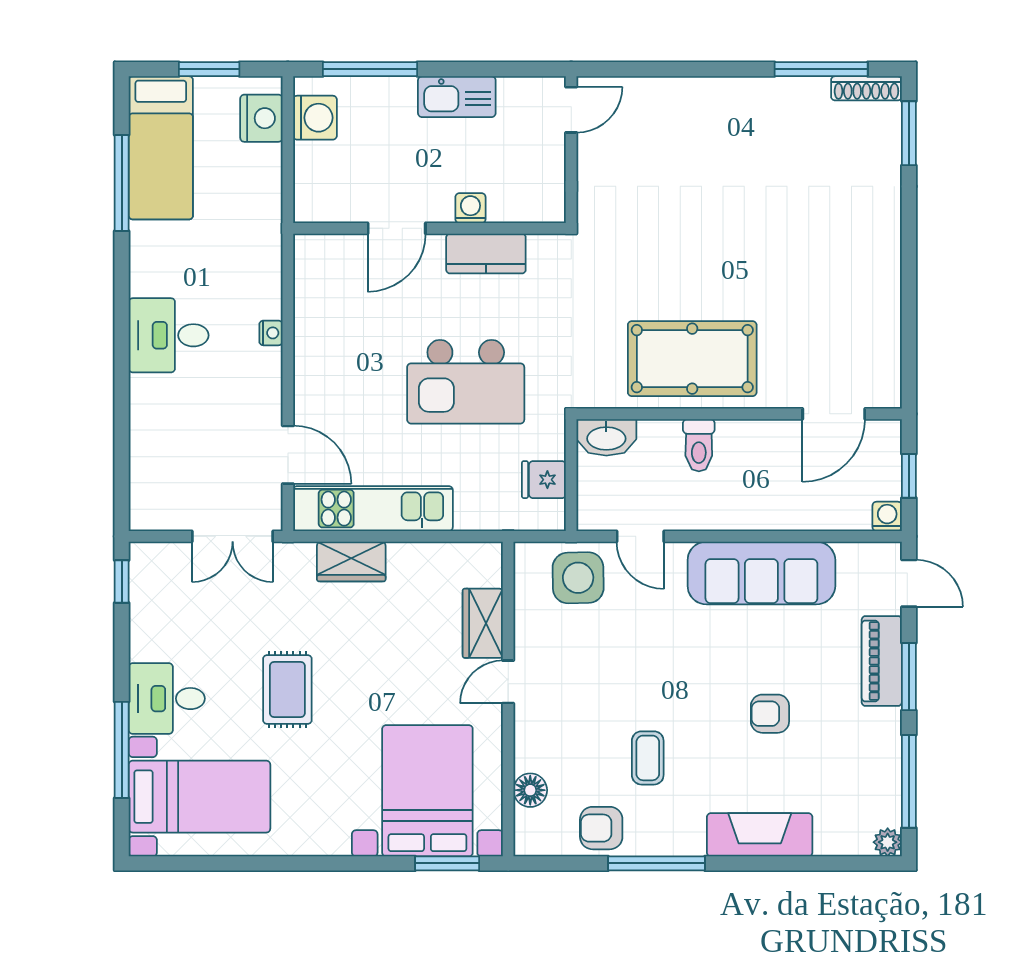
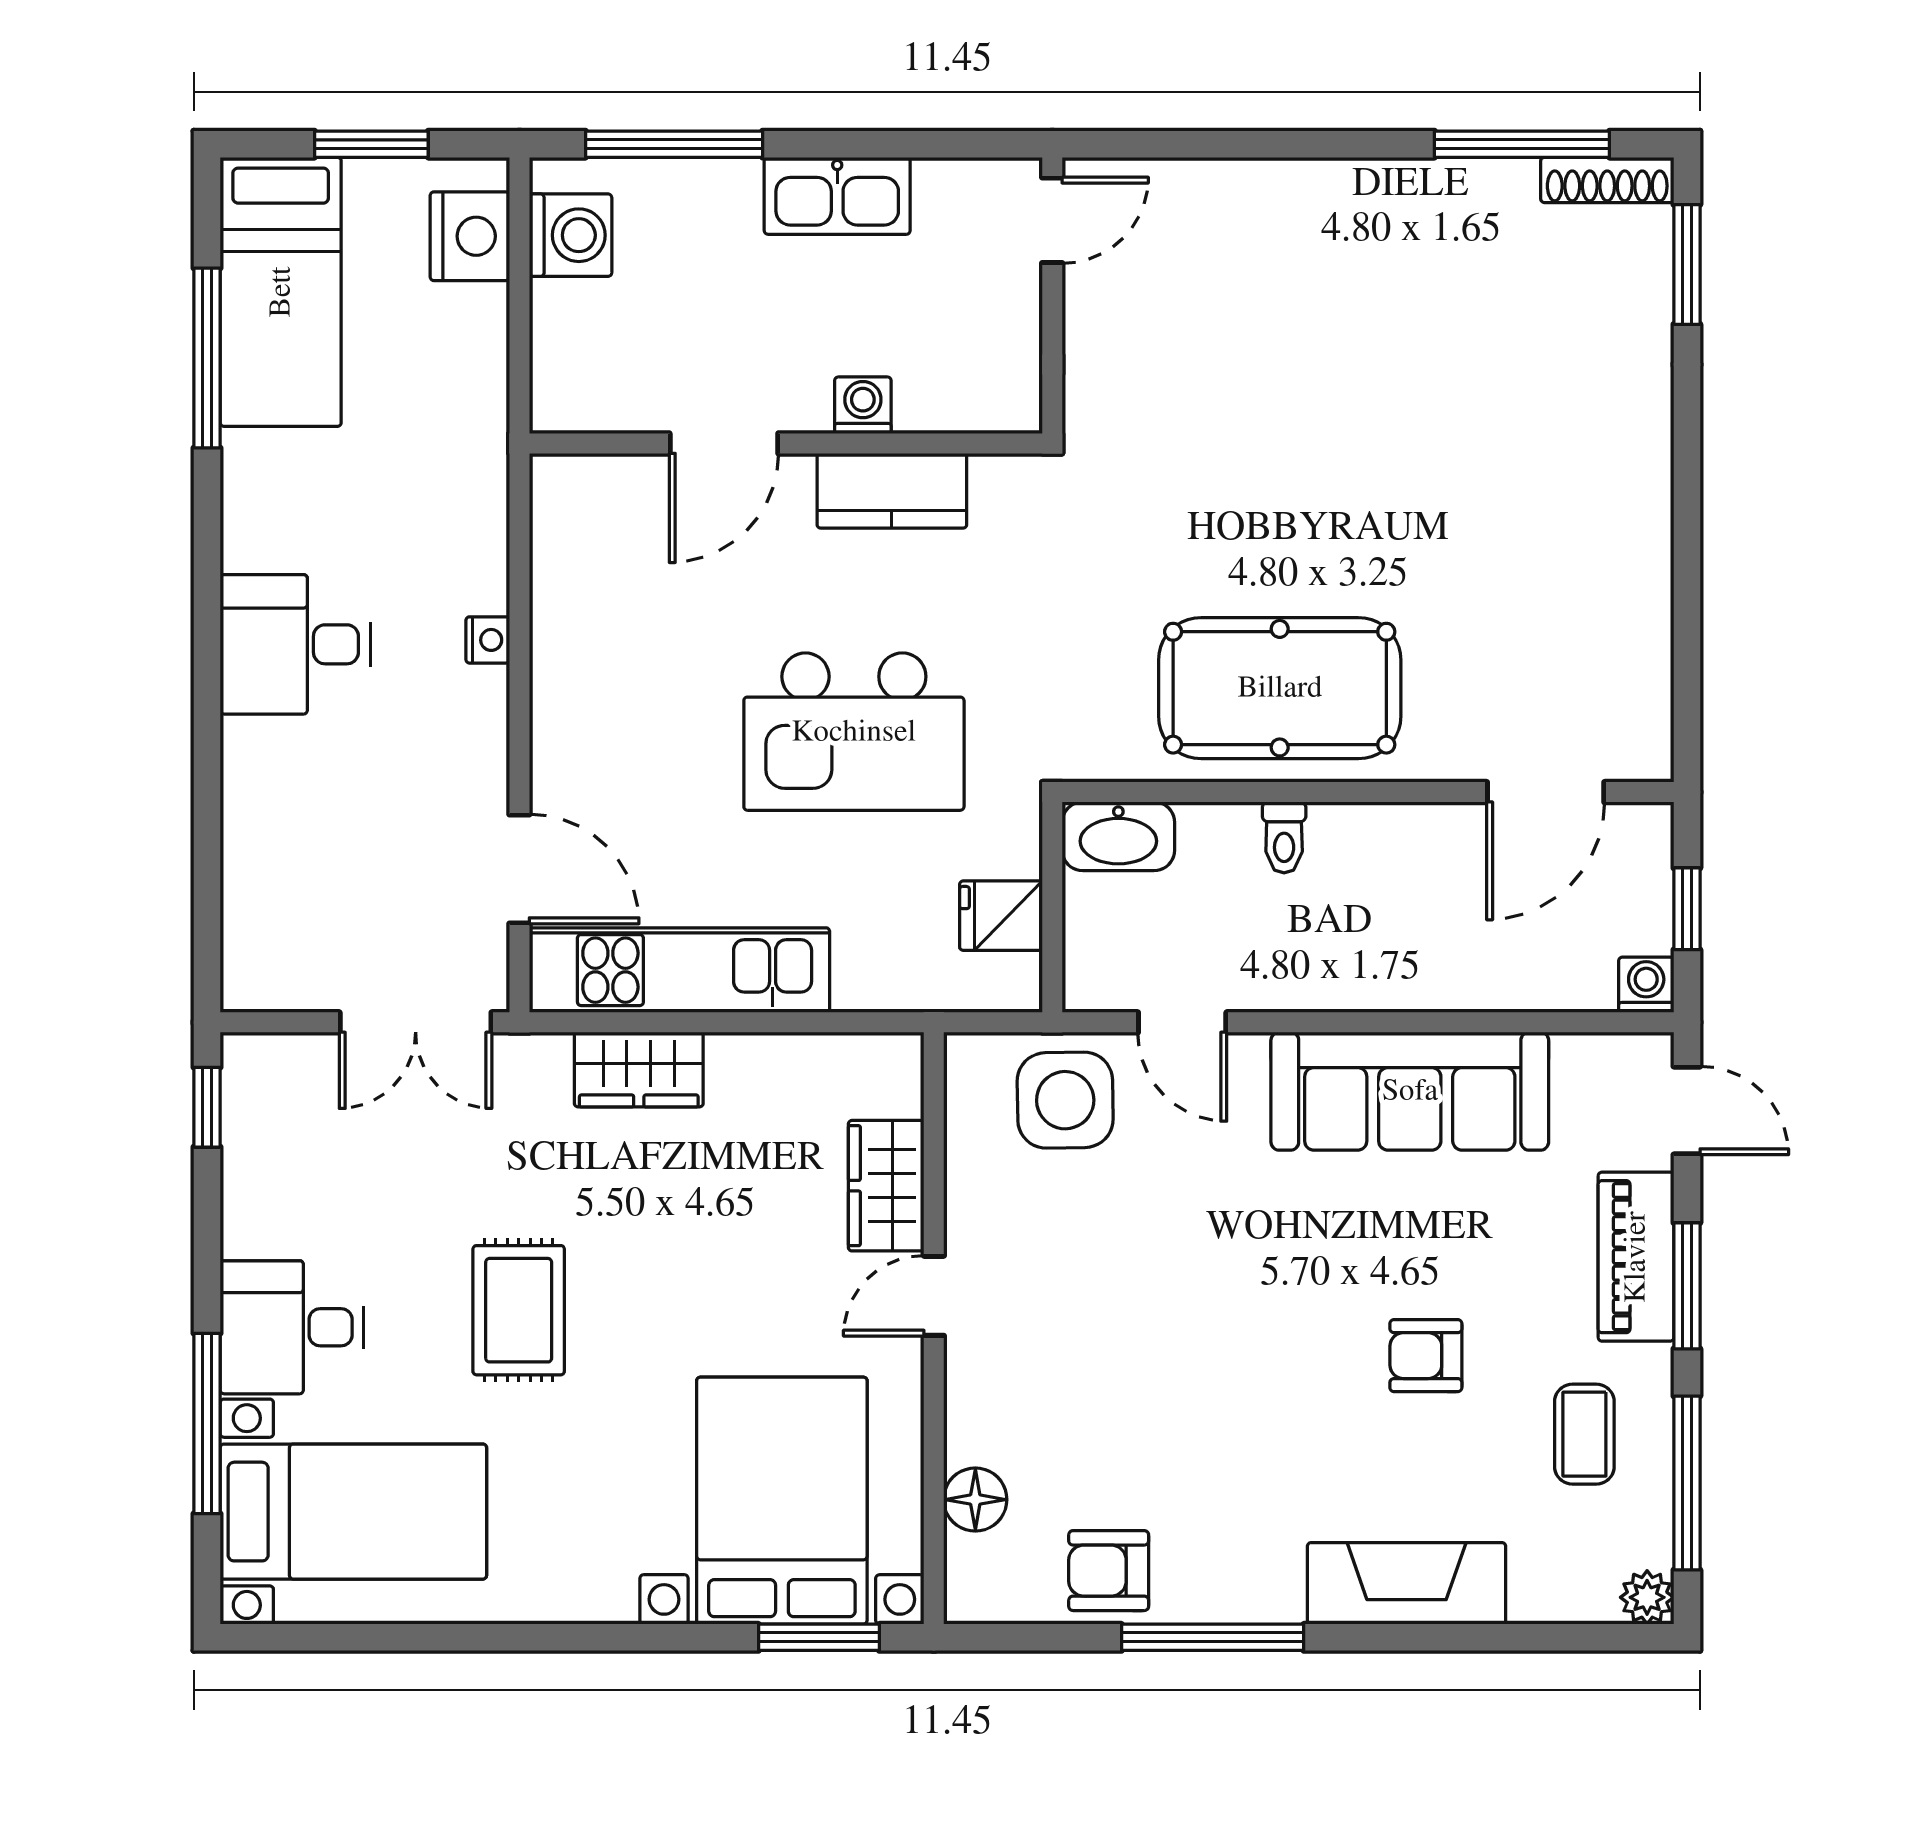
toilet: (699, 445) -> (1284, 837), width x0.73, depth x0.72
coffee table: (648, 758) -> (1584, 1434), moved

